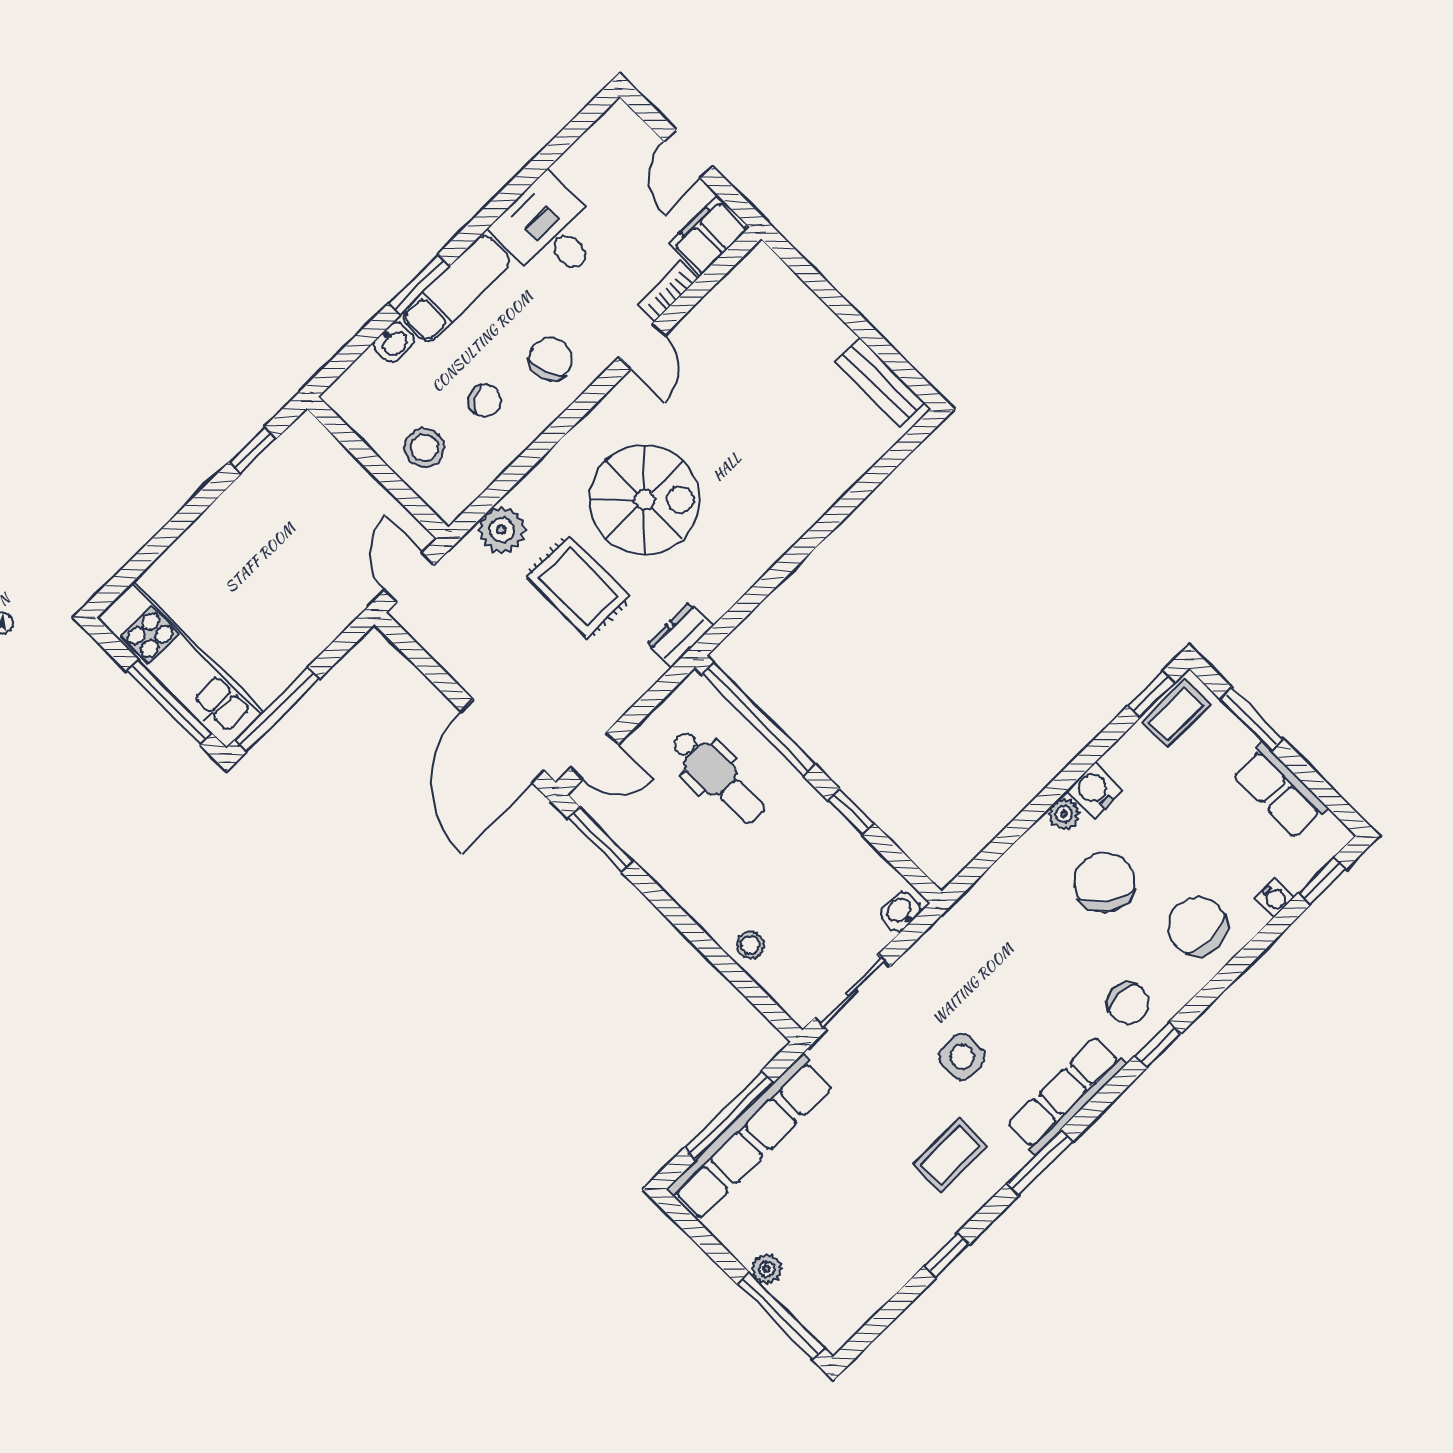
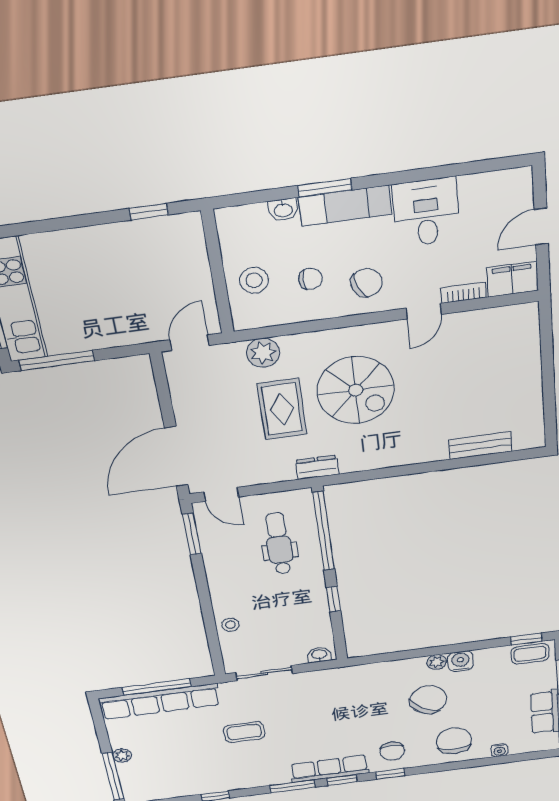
bench: (880, 382) -> (480, 446), moved, turned 90
chair: (485, 400) -> (310, 279), turned -57
dental chair: (718, 777) -> (279, 544), turned 180
window: (1322, 881) -> (342, 780), moved
side table: (962, 1057) -> (294, 728), removed
coffee table: (950, 1156) -> (244, 732), moved

